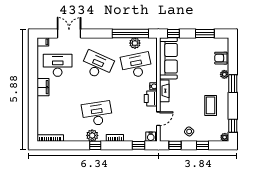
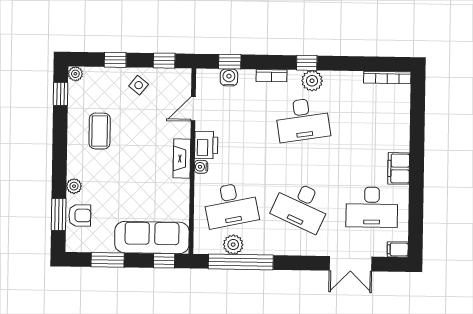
sofa: (168, 58) -> (152, 237), moved, turned 90
window: (233, 84) -> (59, 215), moved
water cooler: (151, 137) -> (229, 77), moved

